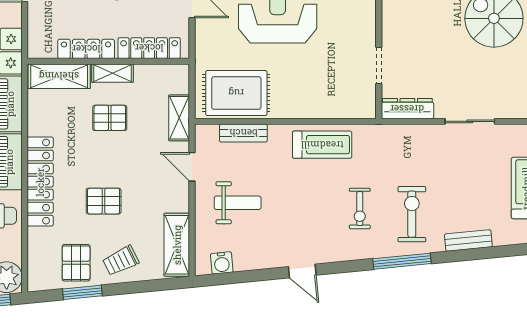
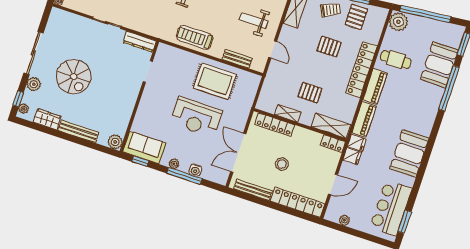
locker: (86, 49) -> (333, 144), moved, width x0.66
shelving: (112, 73) -> (288, 113), moved
rug: (236, 93) -> (215, 81), moved
shelving: (179, 118) -> (271, 80), removed

